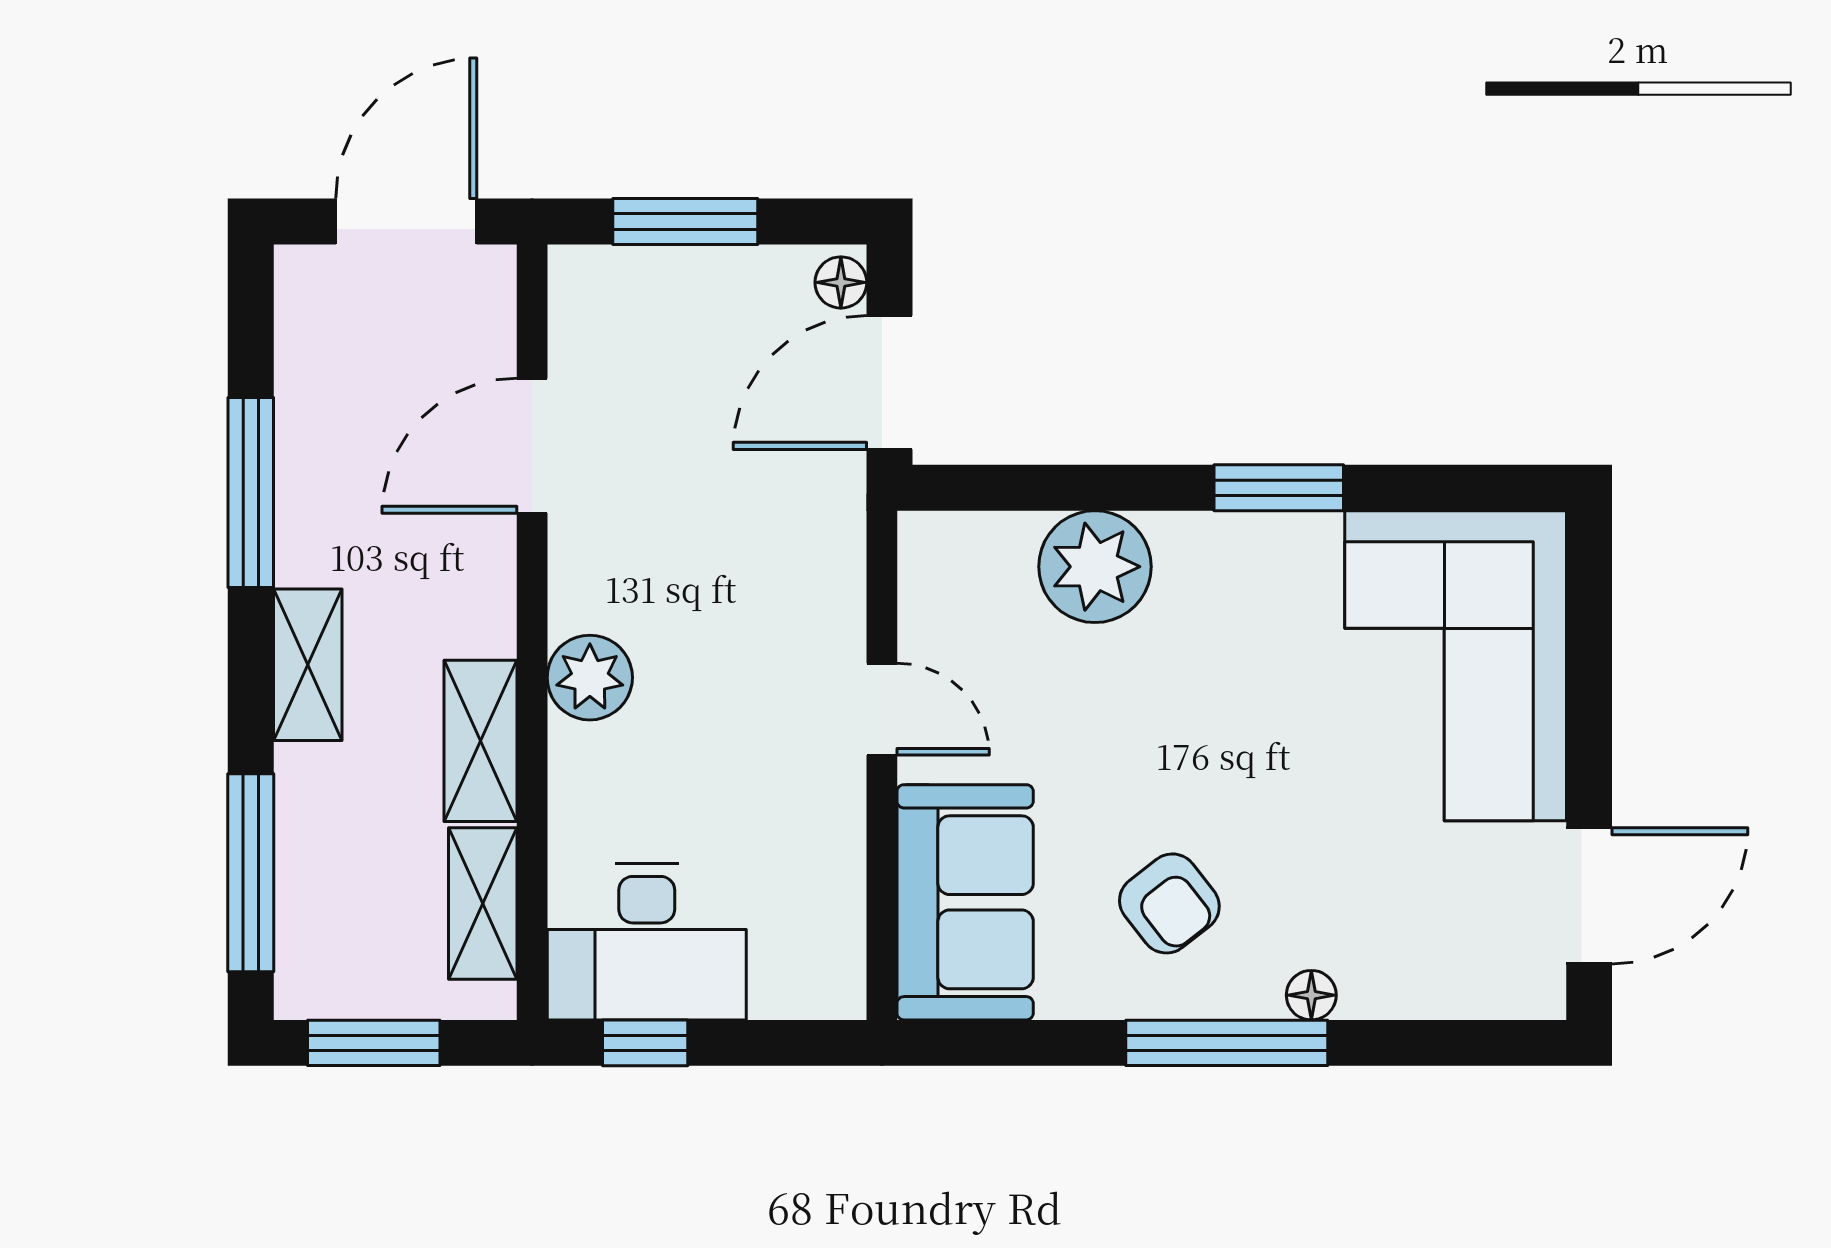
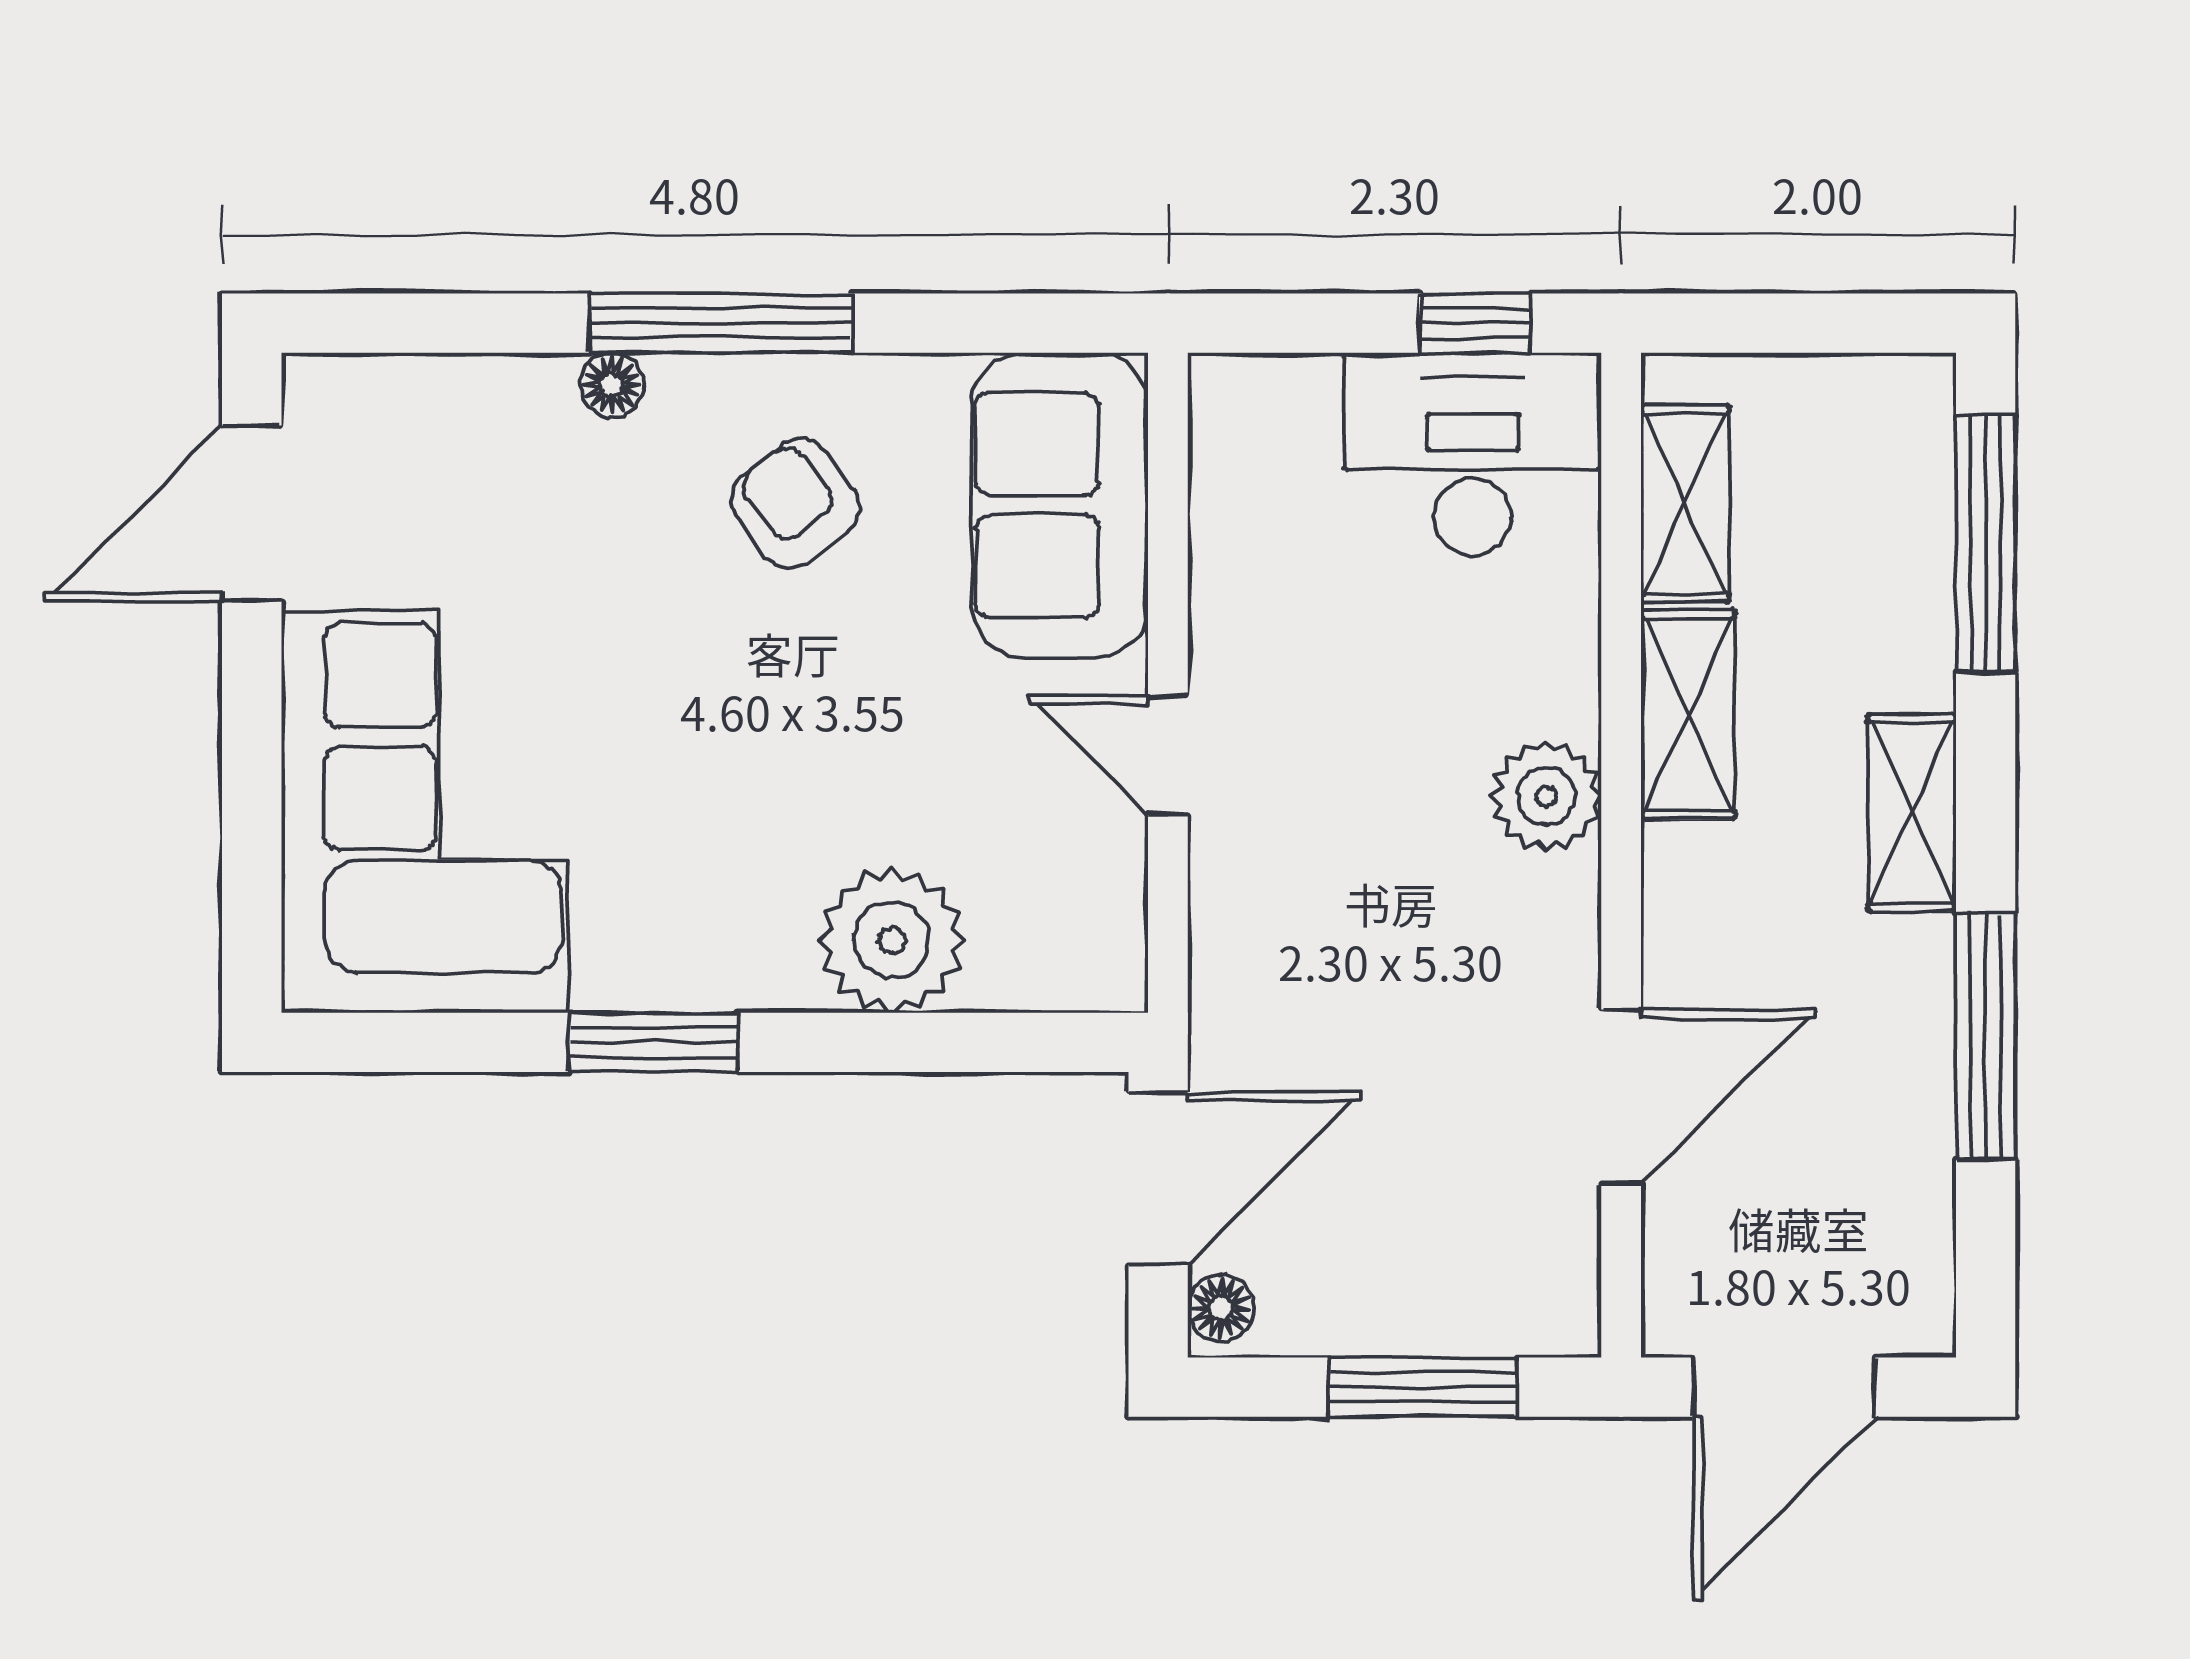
window: (374, 1043) -> (1826, 323), removed

